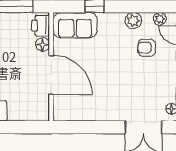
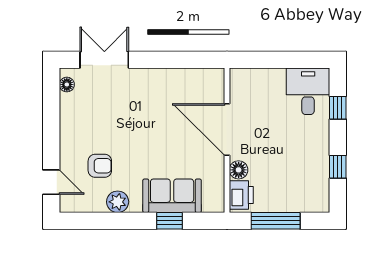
plant: (160, 19) -> (82, 204), removed
sofa: (75, 25) -> (172, 196), moved

